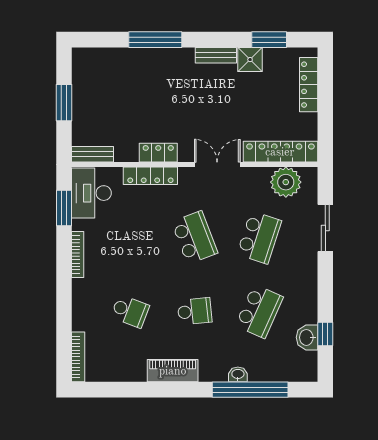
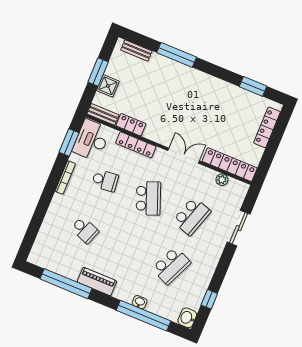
bench: (216, 55) -> (136, 50), moved
shower: (250, 60) -> (108, 86), moved
locker: (158, 153) -> (131, 125), moved
plant: (286, 182) -> (222, 180), width x0.53, depth x0.53
school desk: (195, 311) -> (105, 181), moved
washbasin: (307, 337) -> (187, 318), moved
bookcase: (78, 357) -> (37, 246), removed
window: (134, 390) -> (66, 284), added

